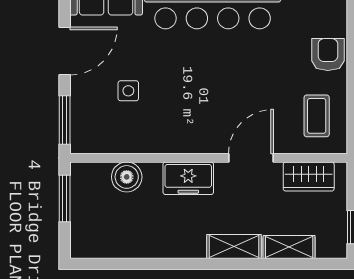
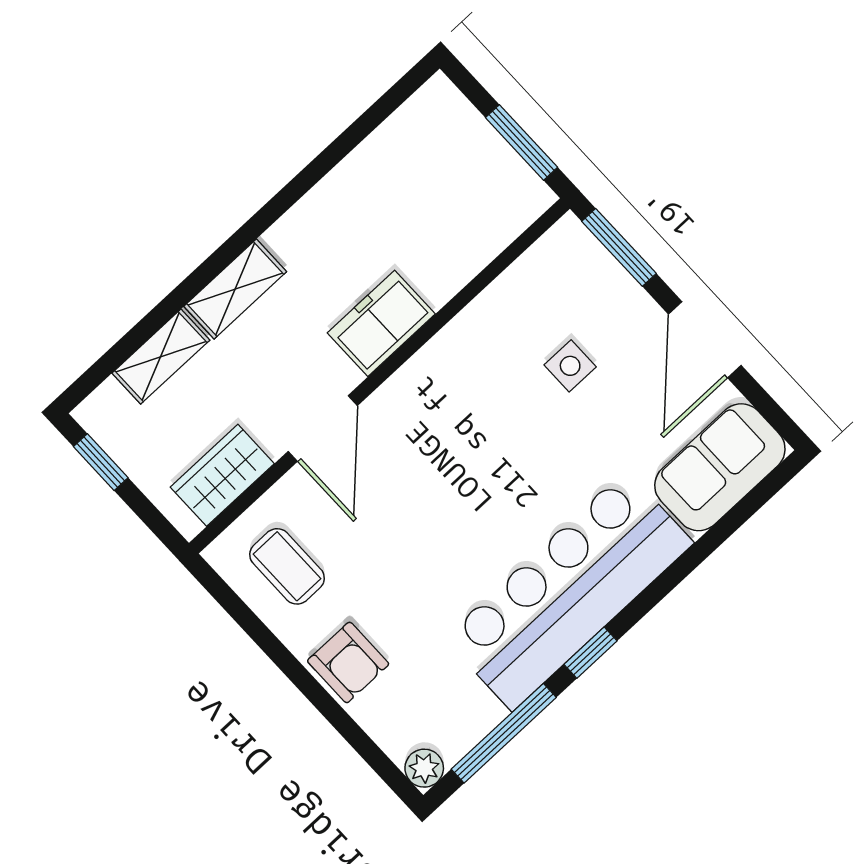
boiler: (127, 177) -> (465, 249), removed

